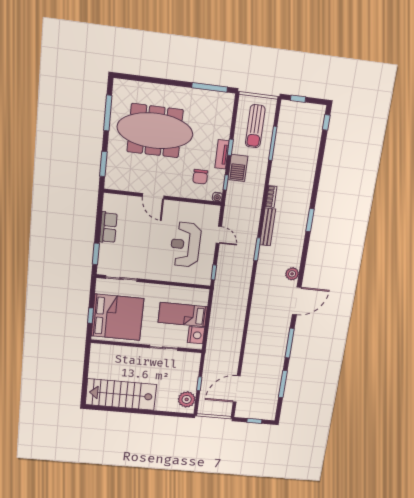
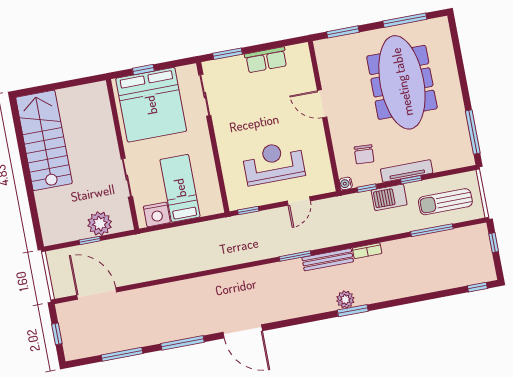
tv unit: (222, 154) -> (407, 171), width x1.41
chair: (200, 177) -> (364, 154), turned -87
door: (153, 196) -> (322, 104), hinge flipped
plant: (292, 274) -> (345, 300), moved
plant: (187, 399) -> (100, 224), moved

